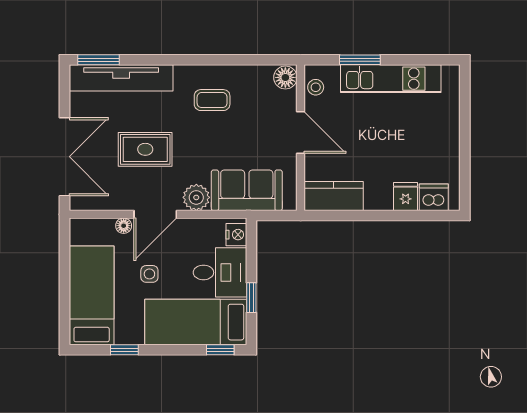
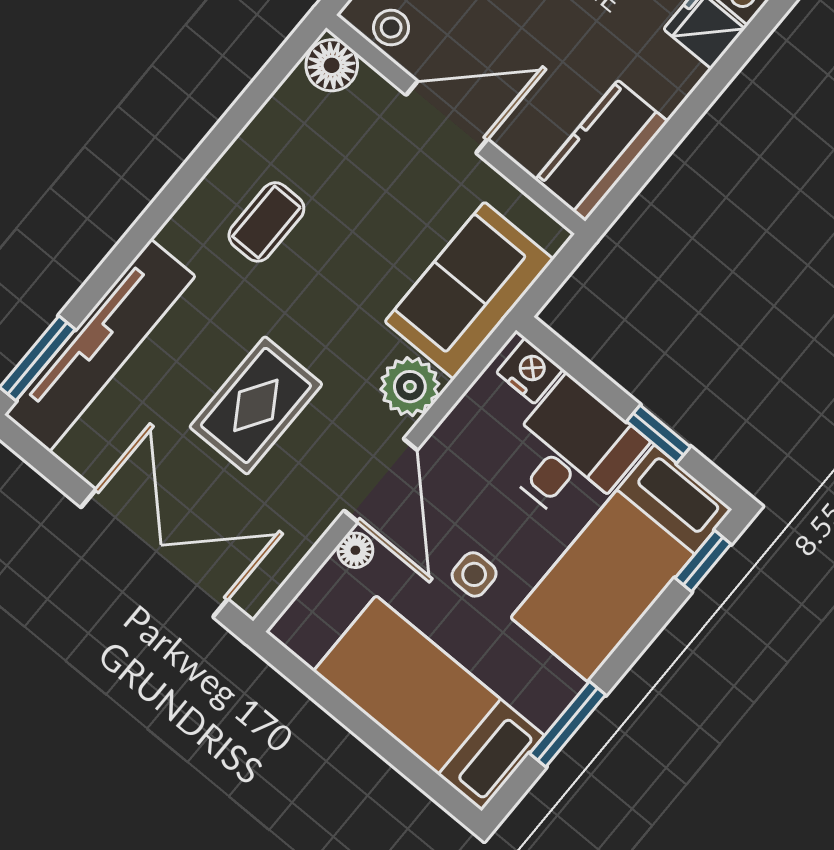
window: (124, 350) -> (568, 724), width x1.50

